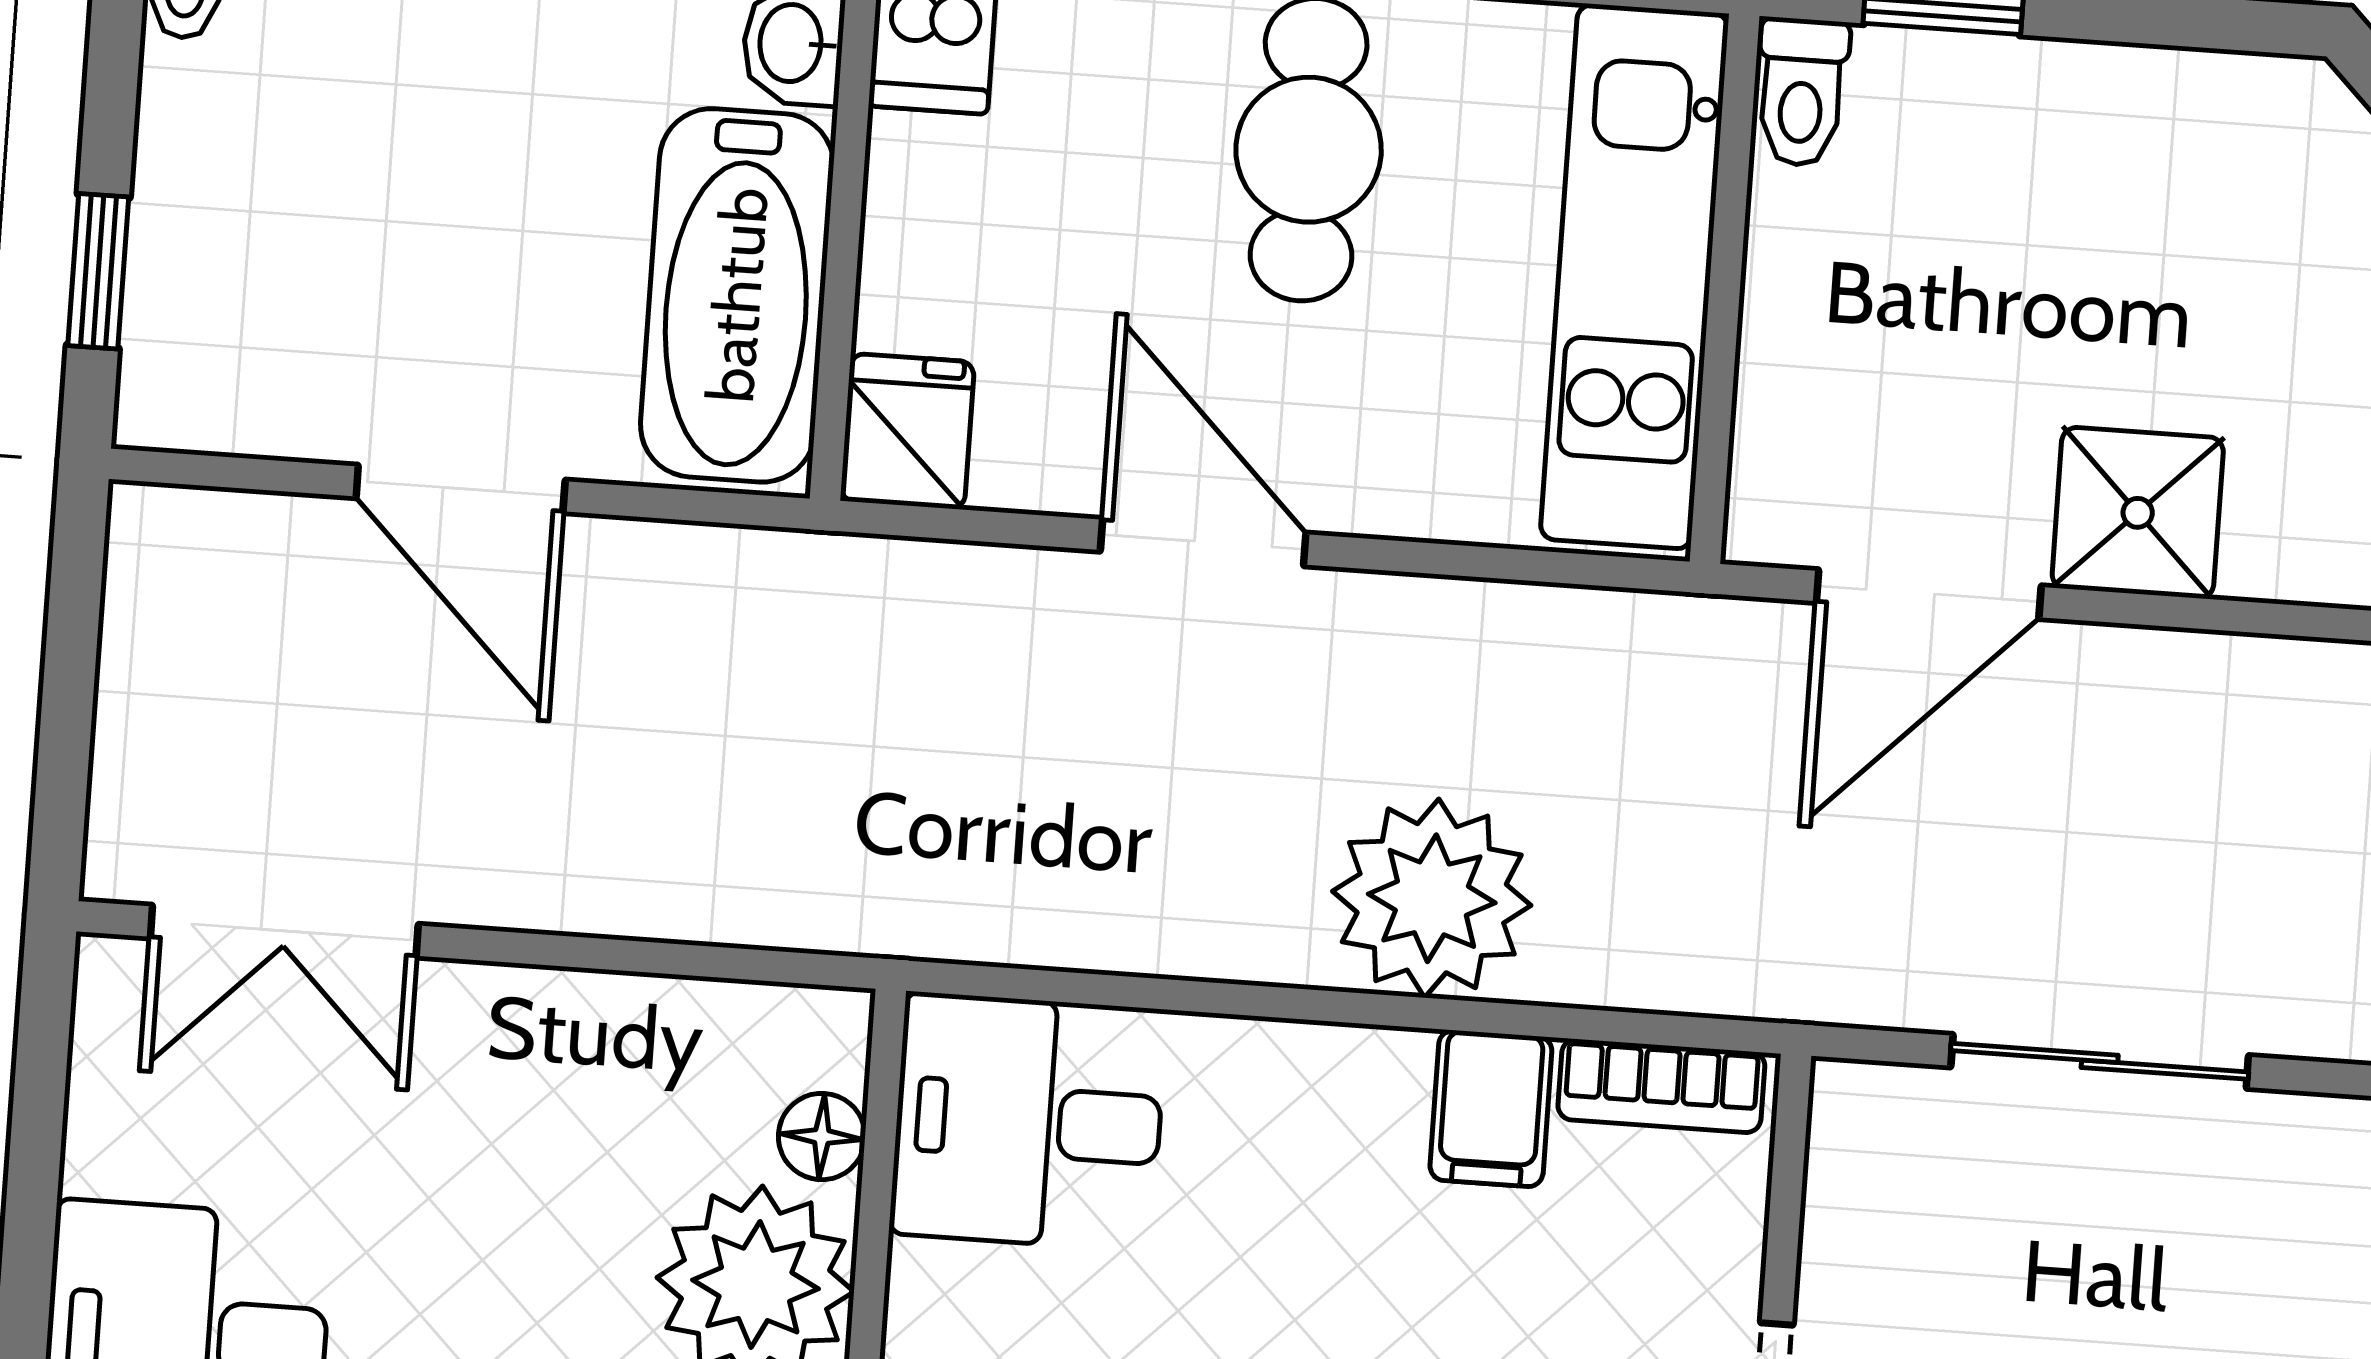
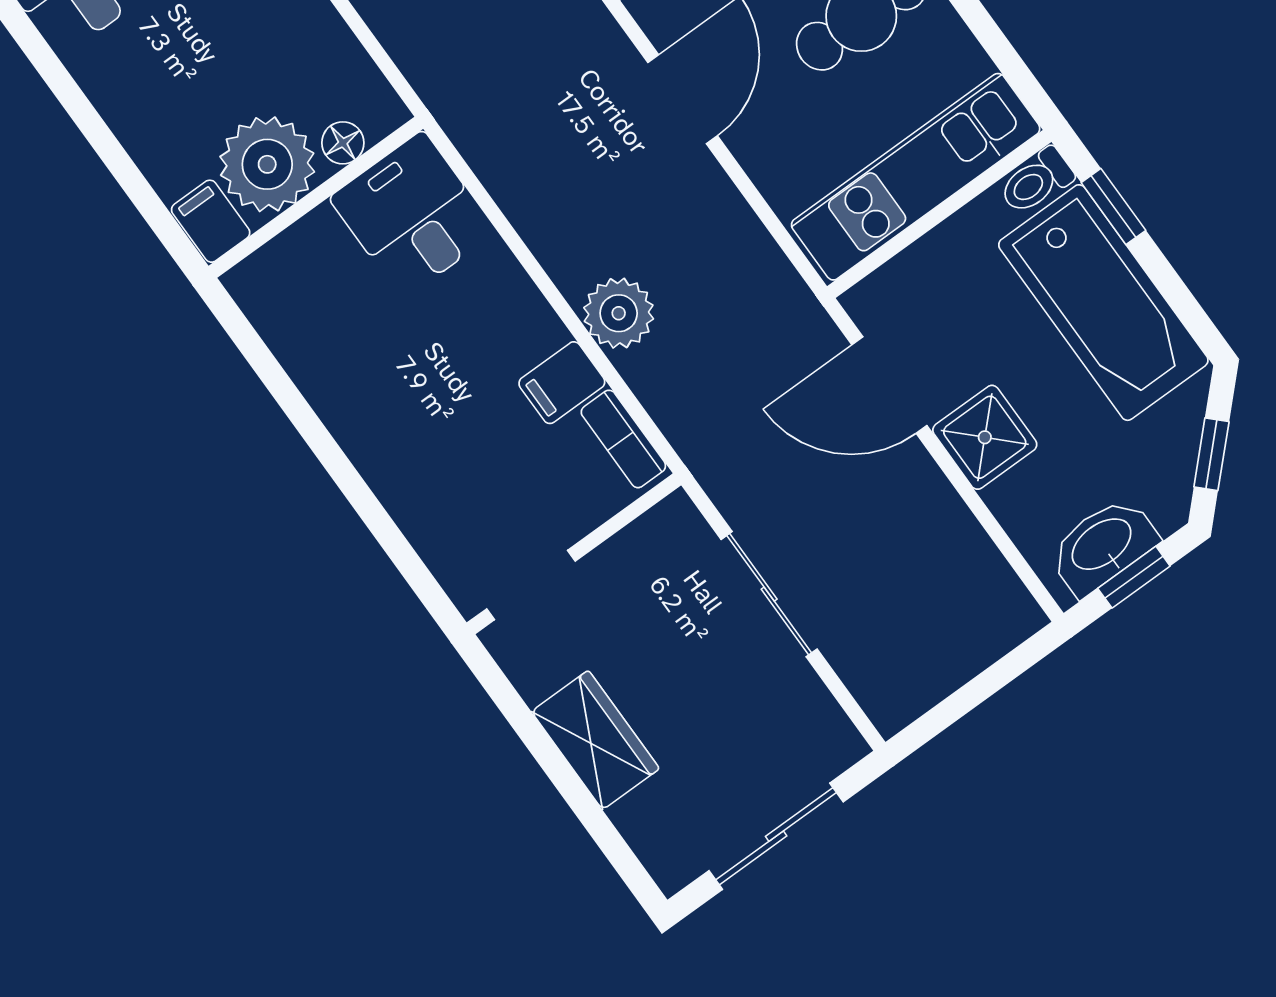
bathtub: (2082, 147) -> (1103, 303), added
plant: (1432, 898) -> (619, 313), width x0.73, depth x0.73

